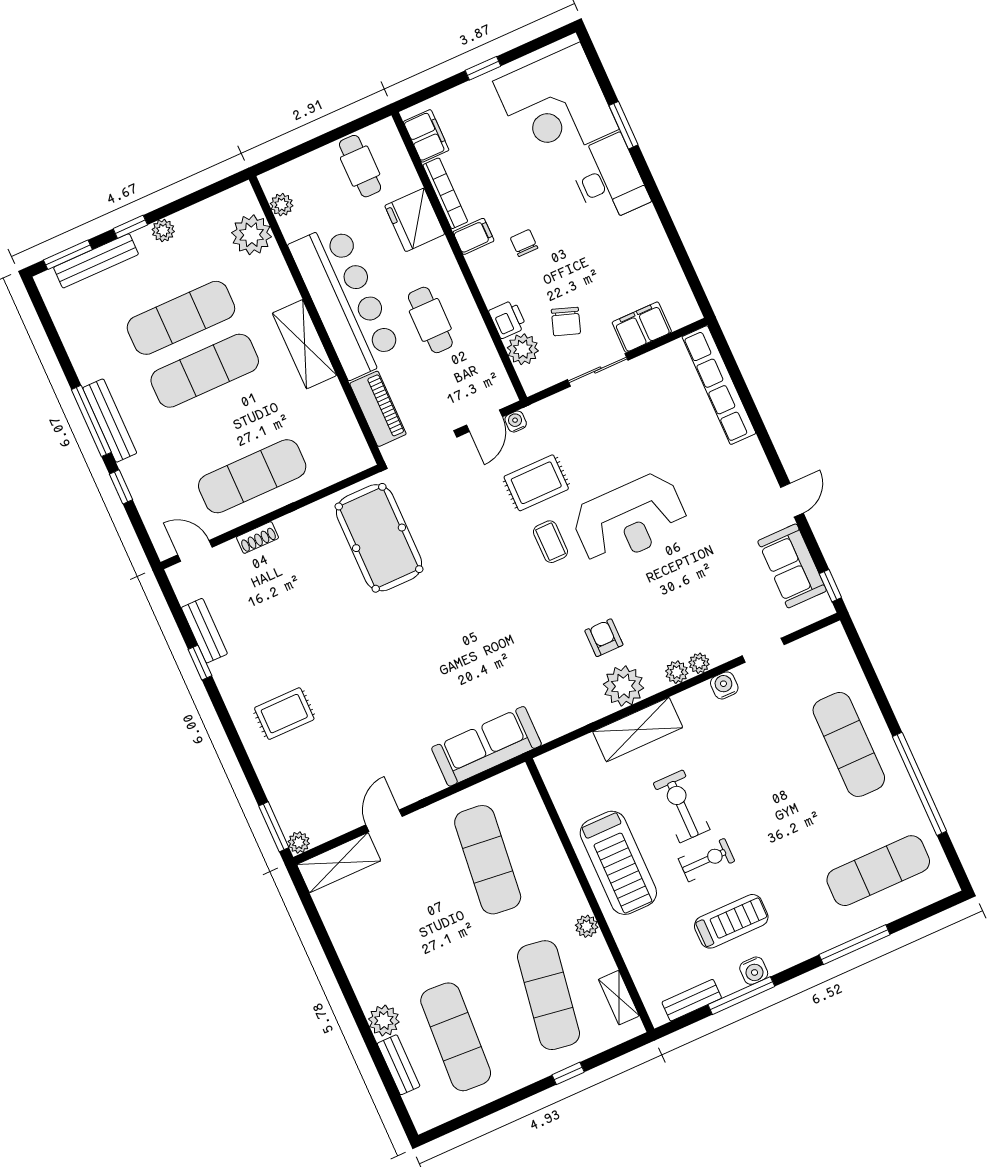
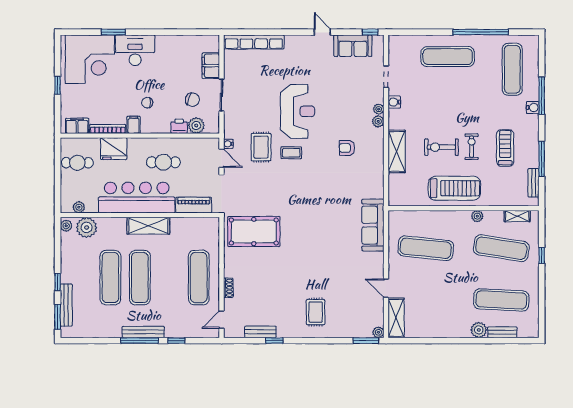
plant: (163, 230) -> (66, 226), moved
plant: (624, 686) -> (374, 149), removed
water cooler: (754, 971) -> (533, 107), moved

